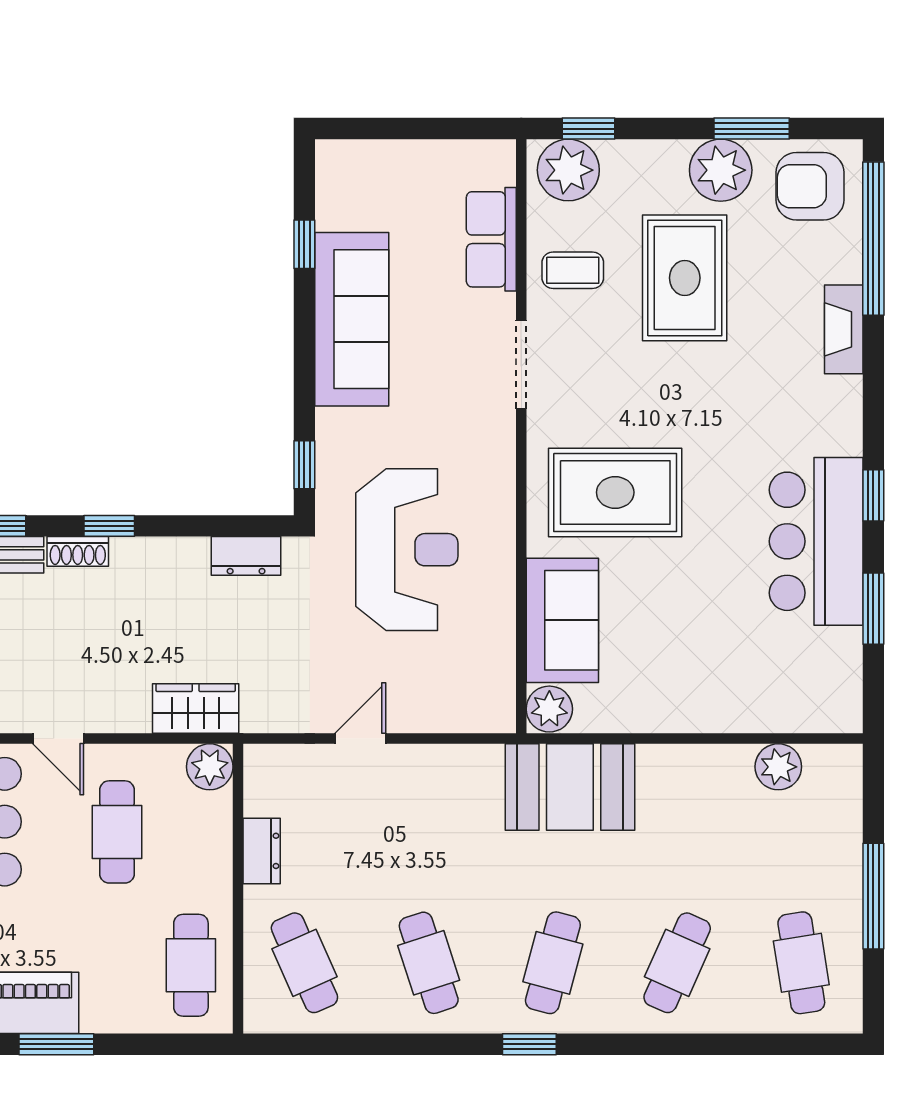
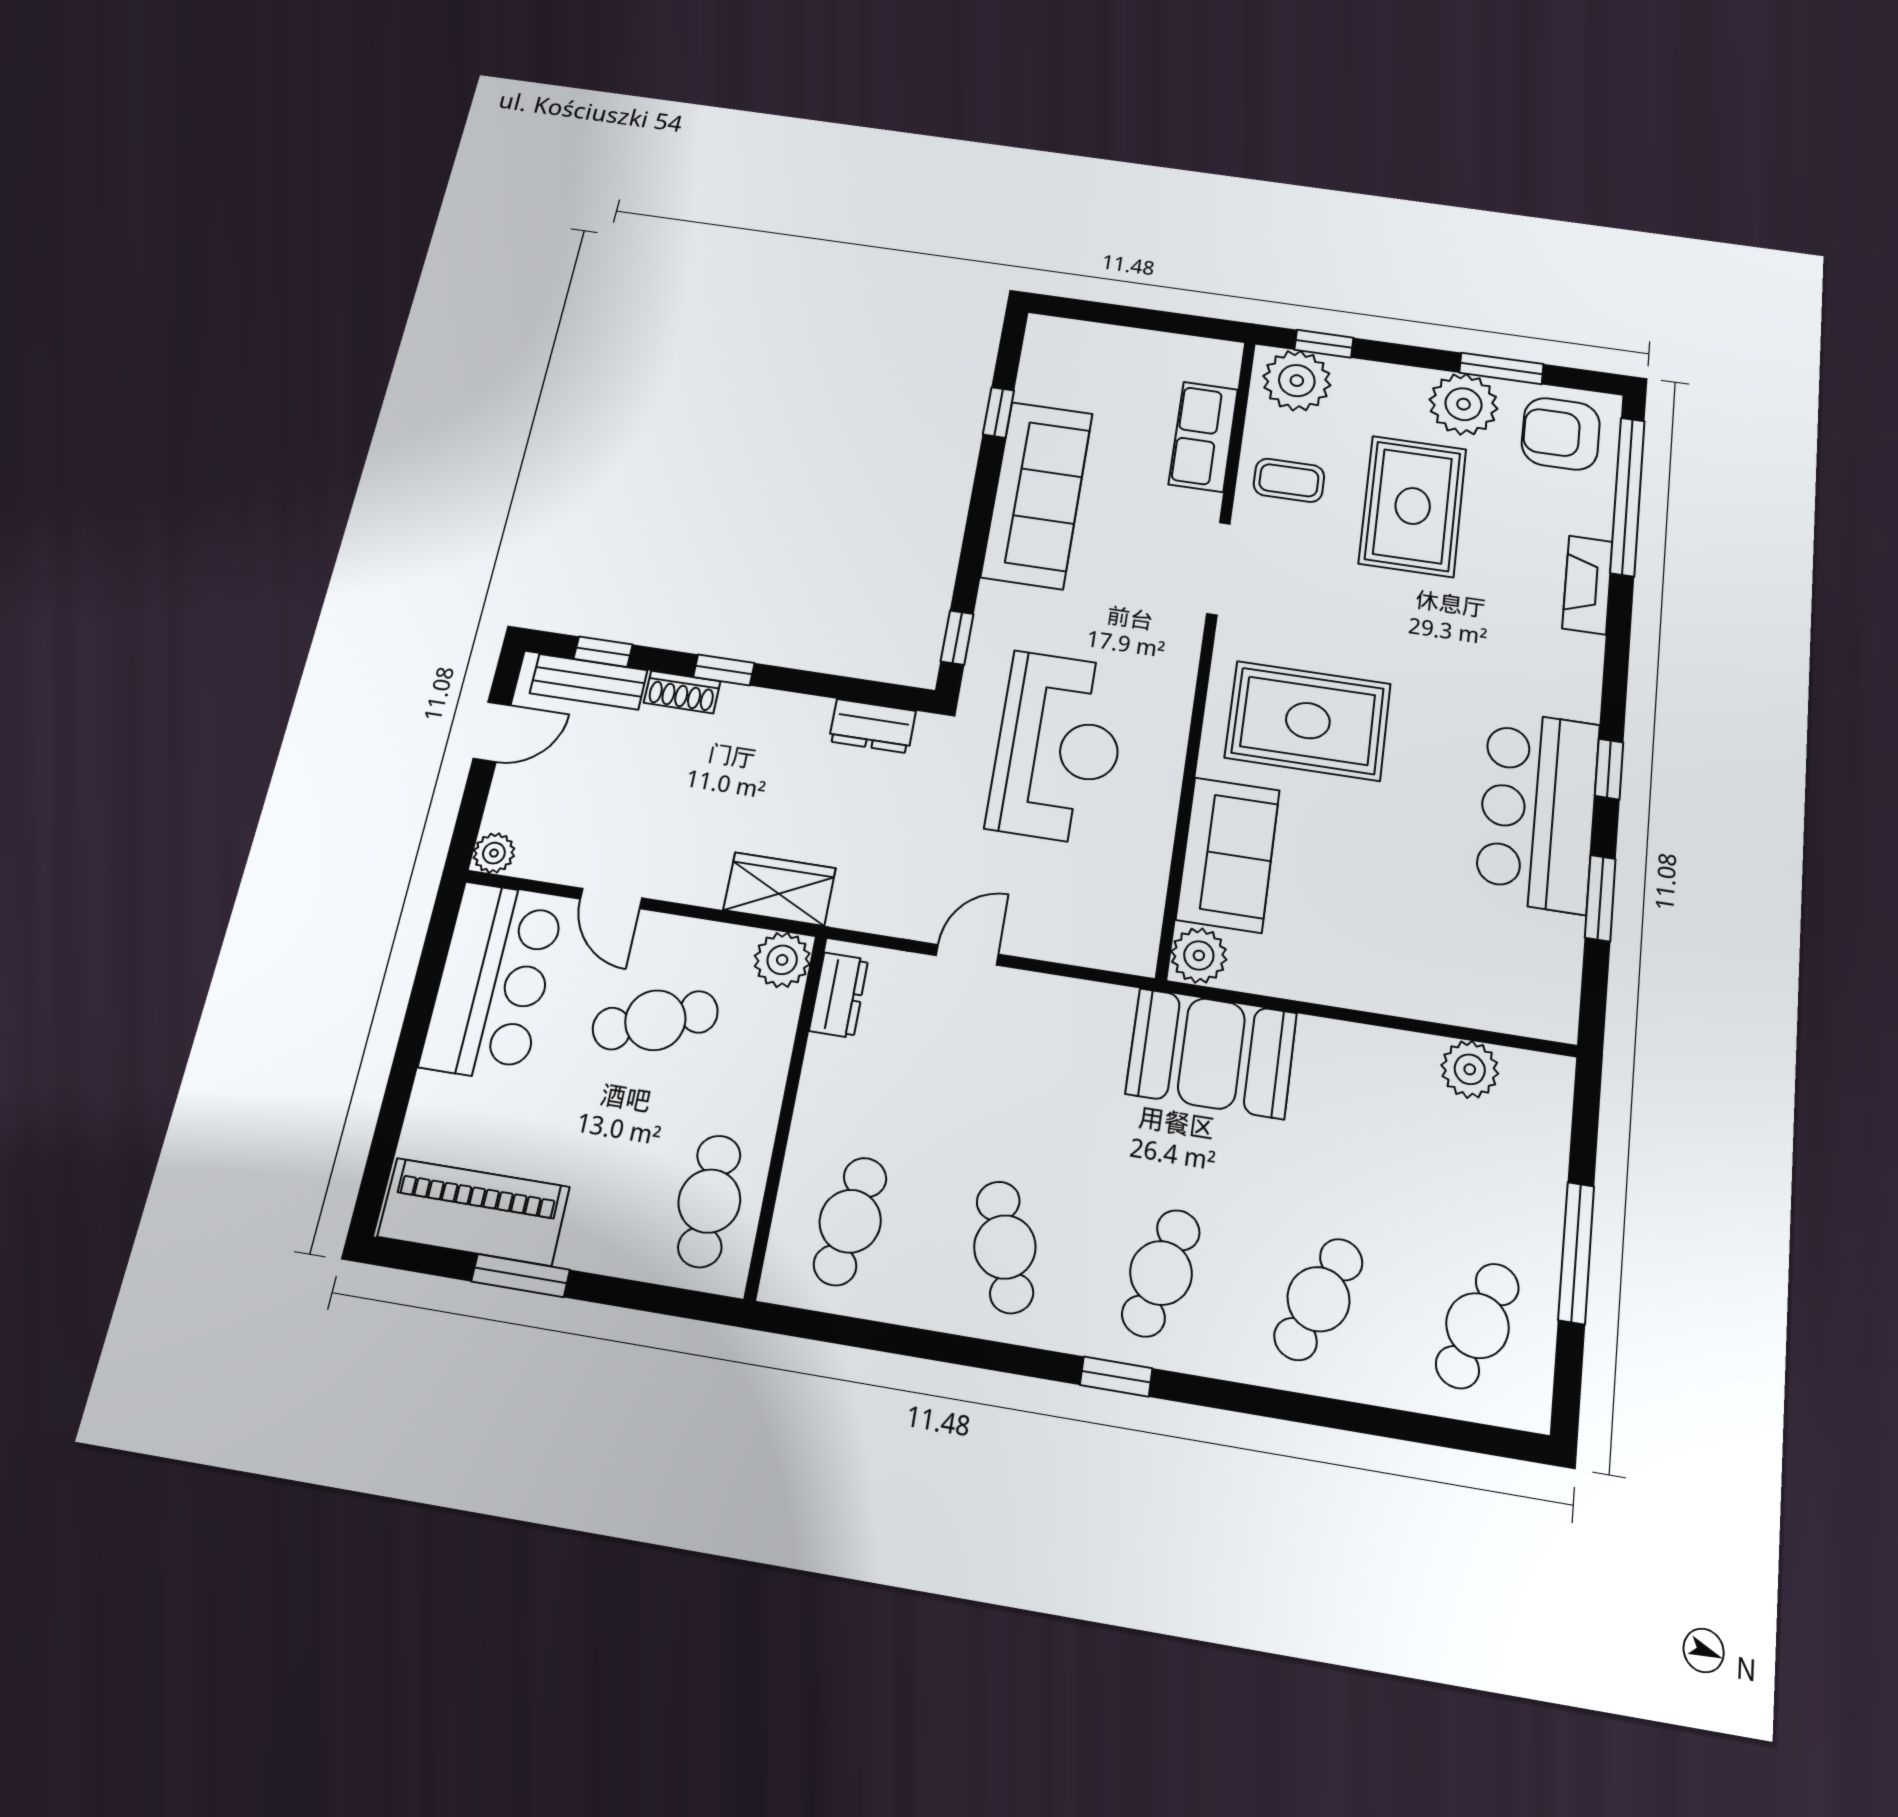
cafe table: (117, 832) -> (655, 1020), turned 70
dresser: (262, 851) -> (839, 995), moved
cafe table: (304, 963) -> (850, 1221), turned 33
cafe table: (801, 963) -> (1477, 1326), turned 30

